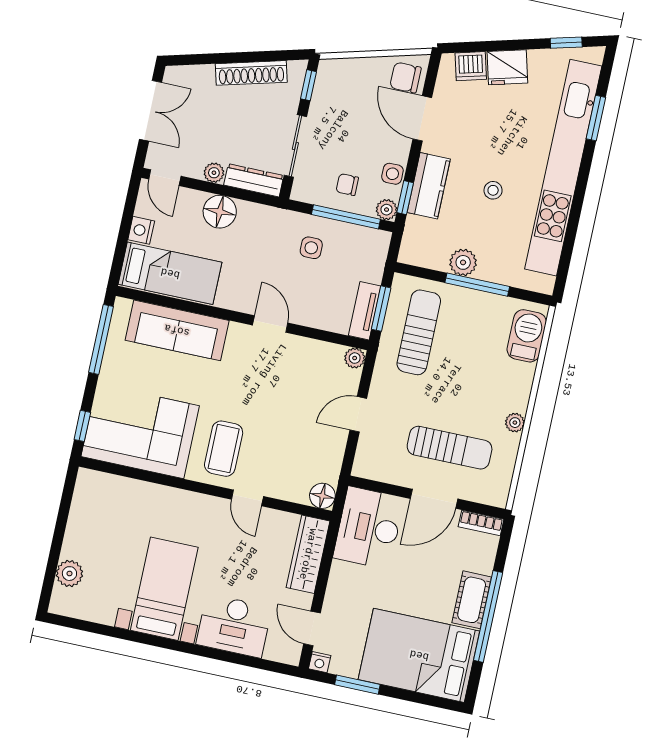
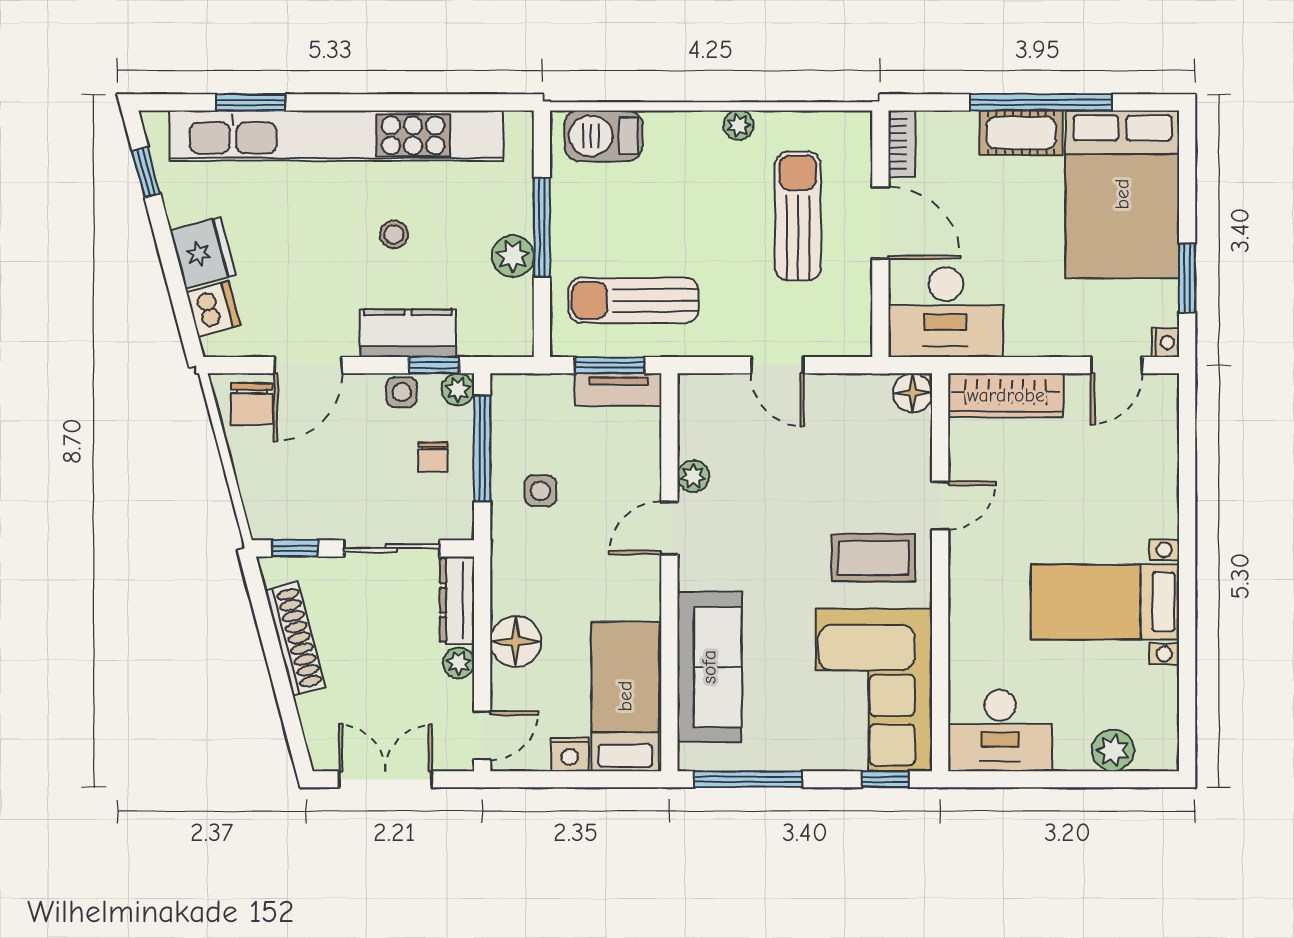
plant: (355, 358) -> (693, 476), moved
desk: (234, 626) -> (1000, 730), moved, turned 90

